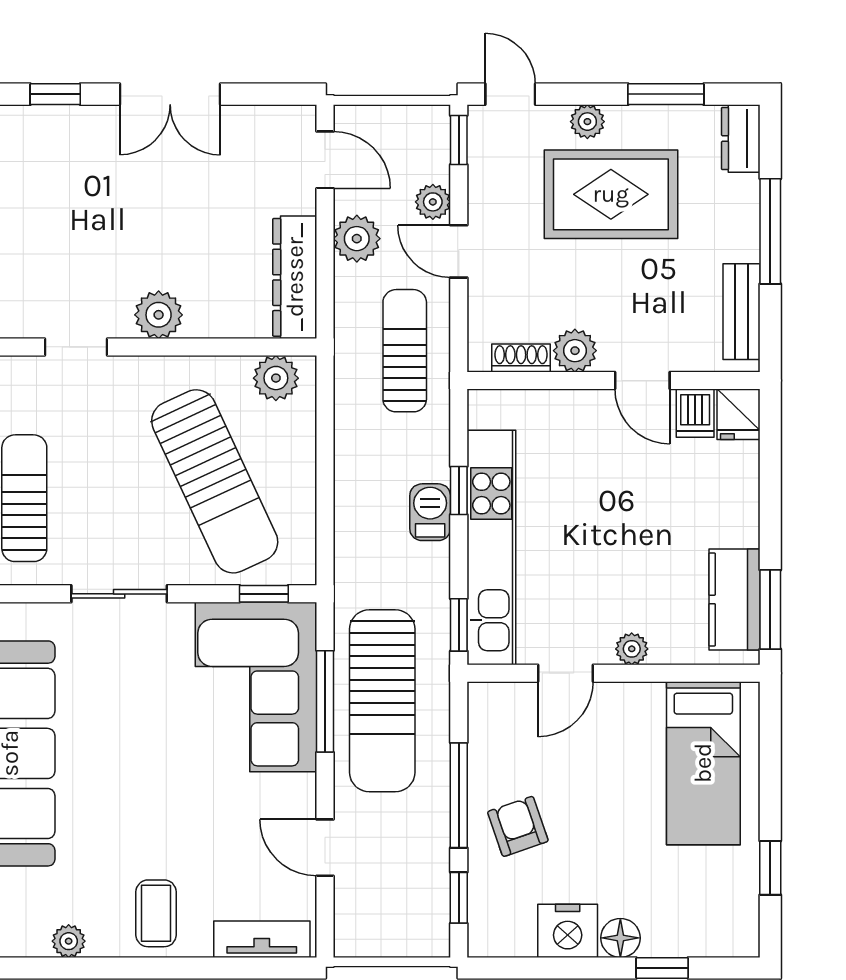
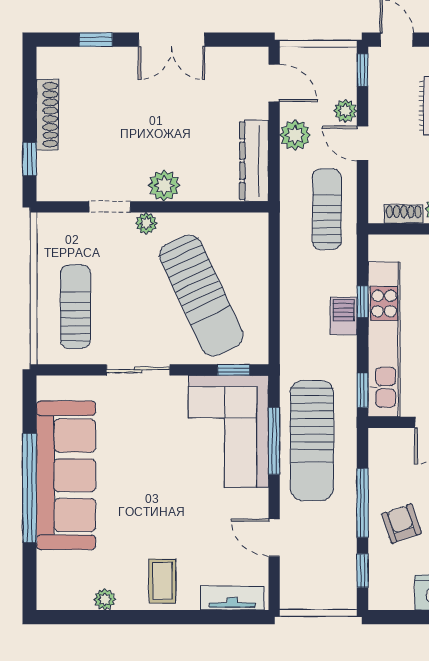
plant: (276, 378) -> (146, 223), moved, width x0.73, depth x0.73

